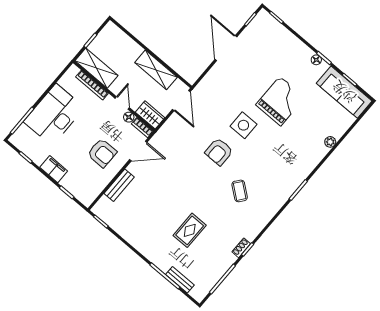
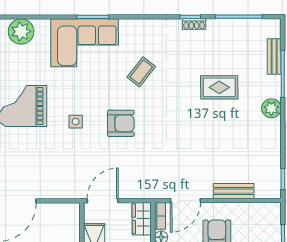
side table: (243, 125) -> (76, 122), width x0.54, depth x0.54
plant: (330, 142) -> (21, 32), width x1.87, depth x1.87
door: (138, 151) -> (185, 201), swing flipped
corner sofa: (287, 172) -> (85, 43), added
plant: (150, 251) -> (271, 108), added

